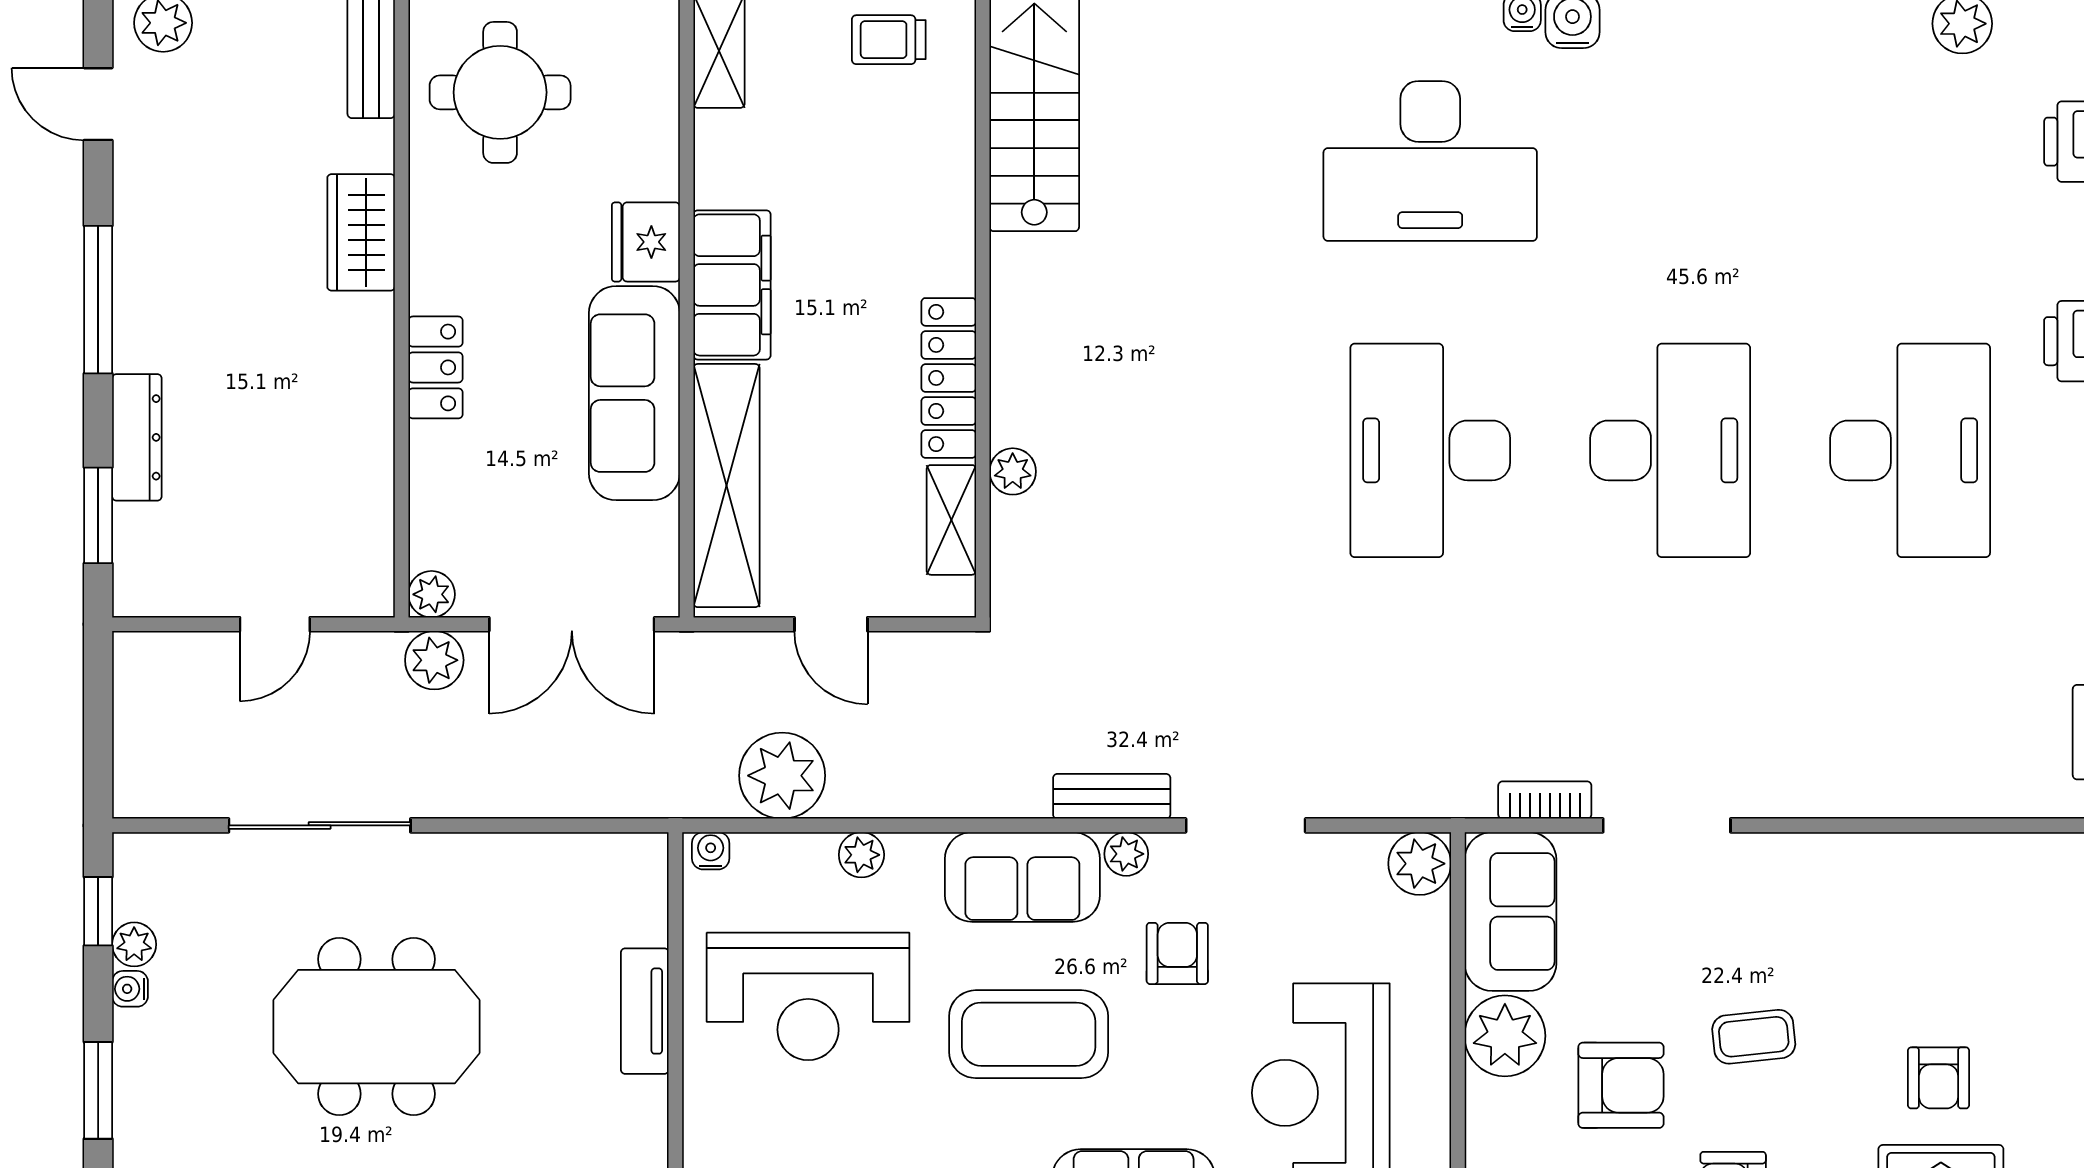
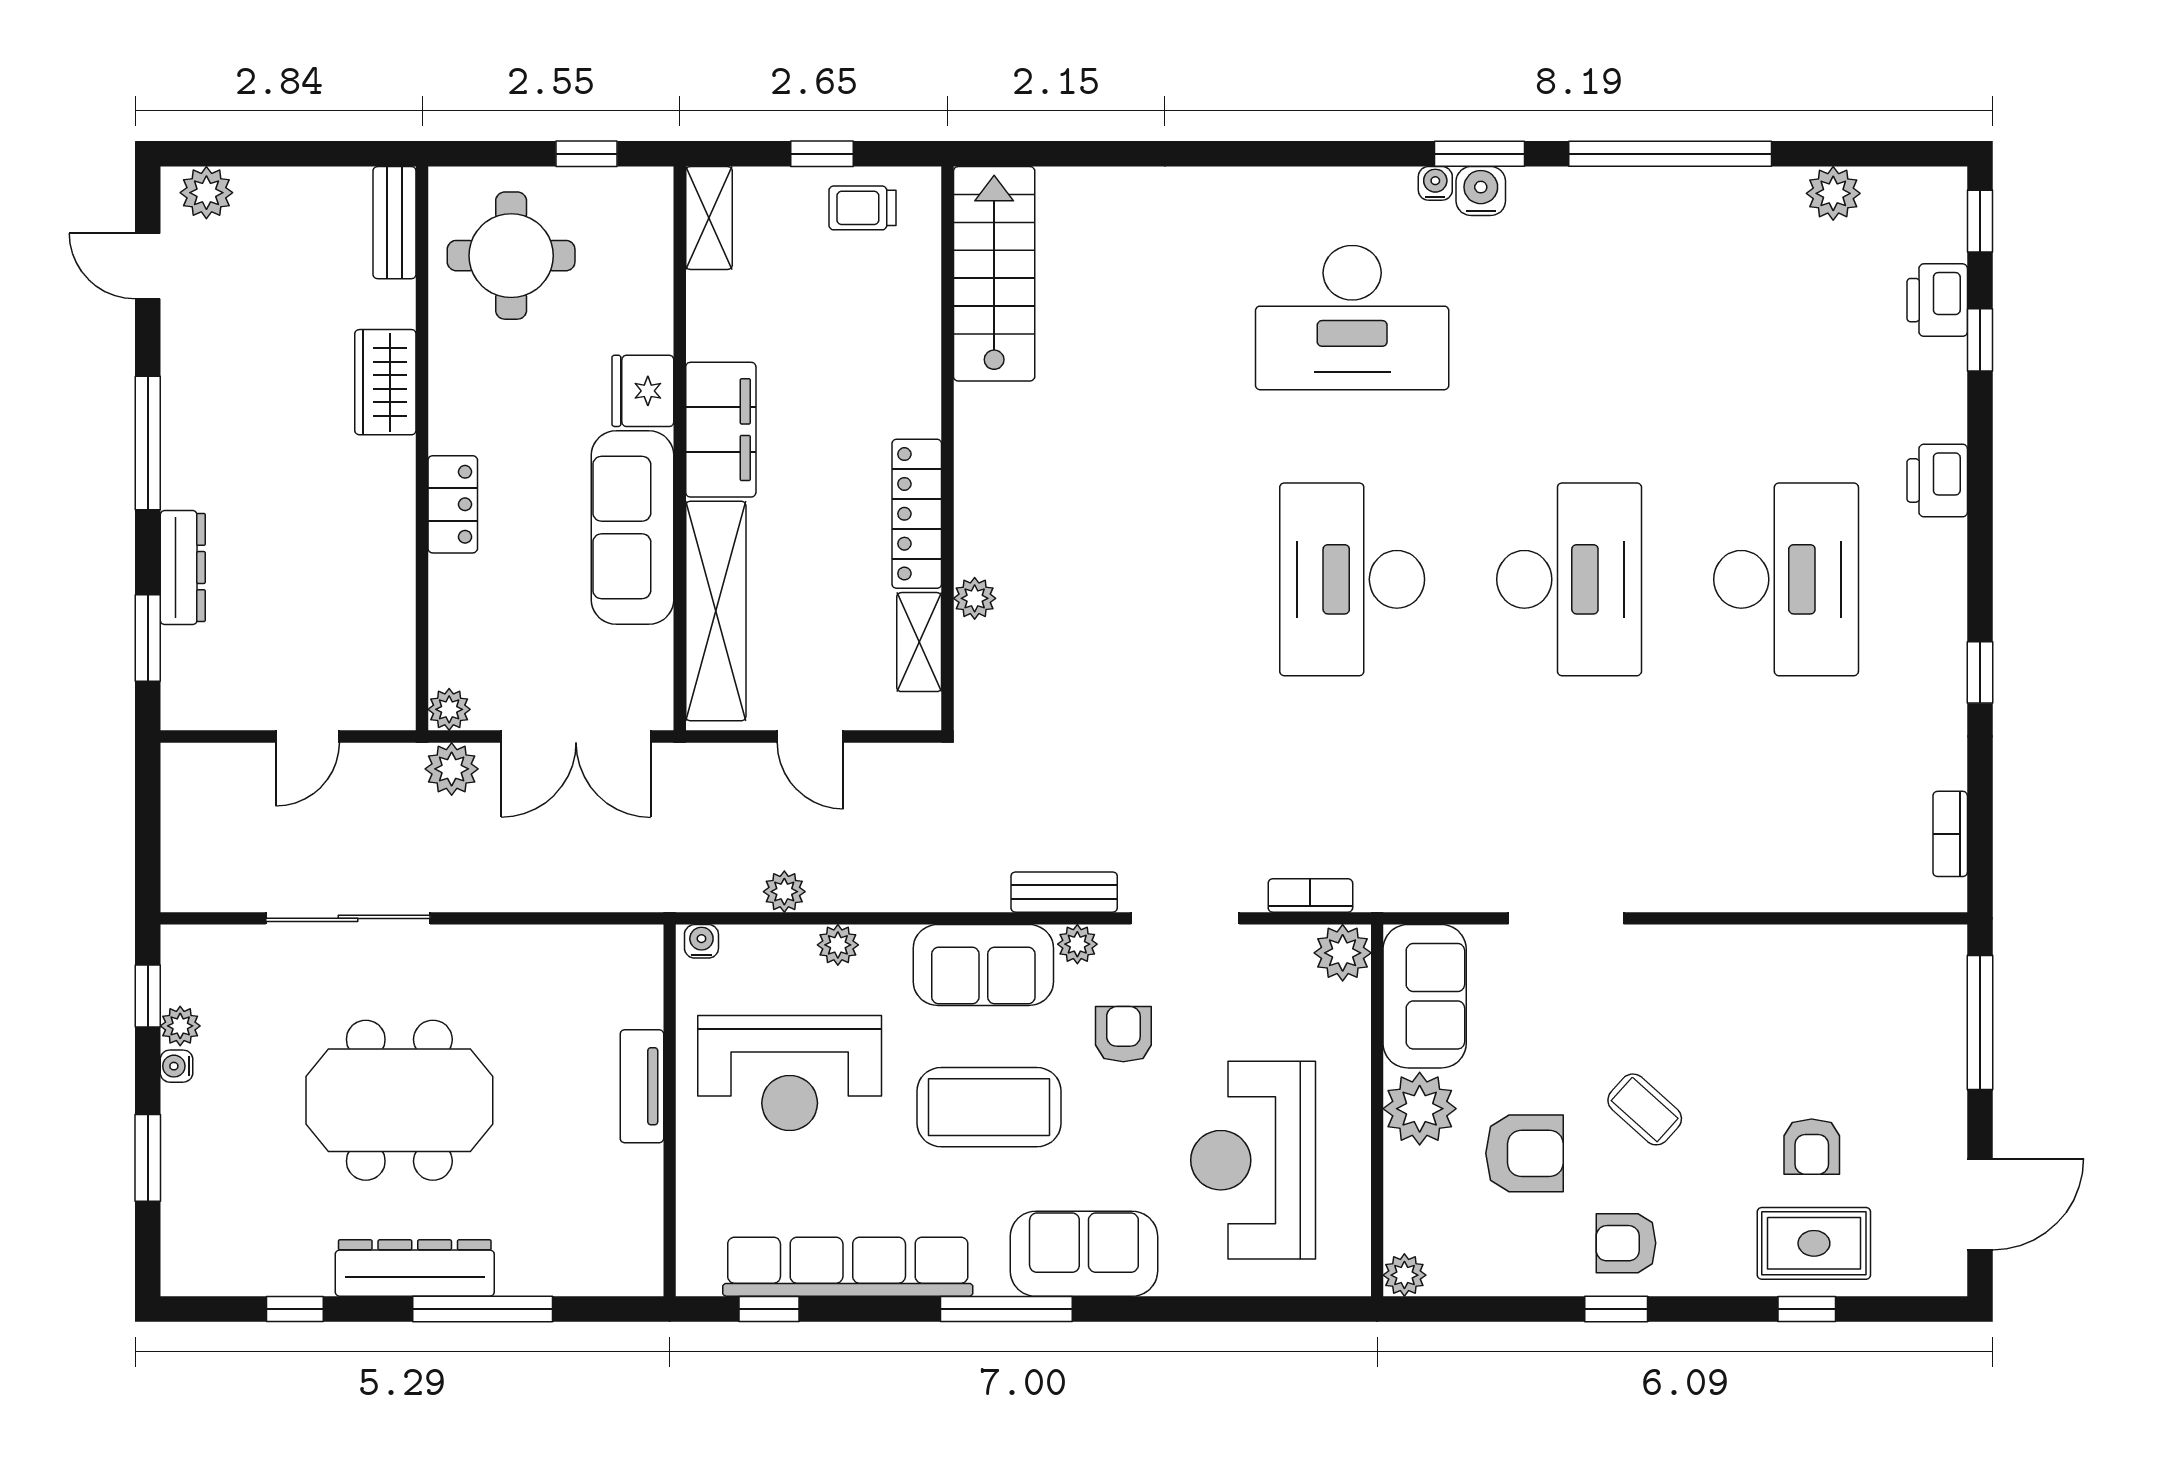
plant: (782, 776) -> (784, 892), width x0.53, depth x0.53
bookcase: (1545, 800) -> (1310, 895), moved
coffee table: (1754, 1037) -> (1645, 1109), turned 48

